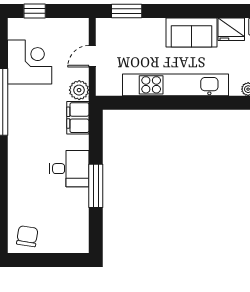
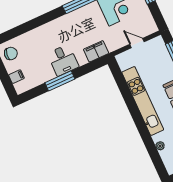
plant: (79, 90) -> (113, 44), removed
filing cabinet: (63, 243) -> (16, 77), added

